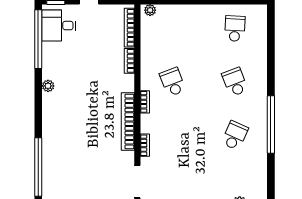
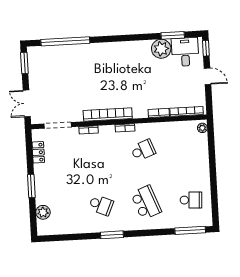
window: (271, 31) -> (190, 230), added
window: (38, 39) -> (173, 35), width x0.47
school desk: (235, 82) -> (146, 203), width x1.85
plant: (48, 86) -> (161, 49), moved, width x1.87, depth x1.87
window: (271, 125) -> (112, 235), width x0.47

